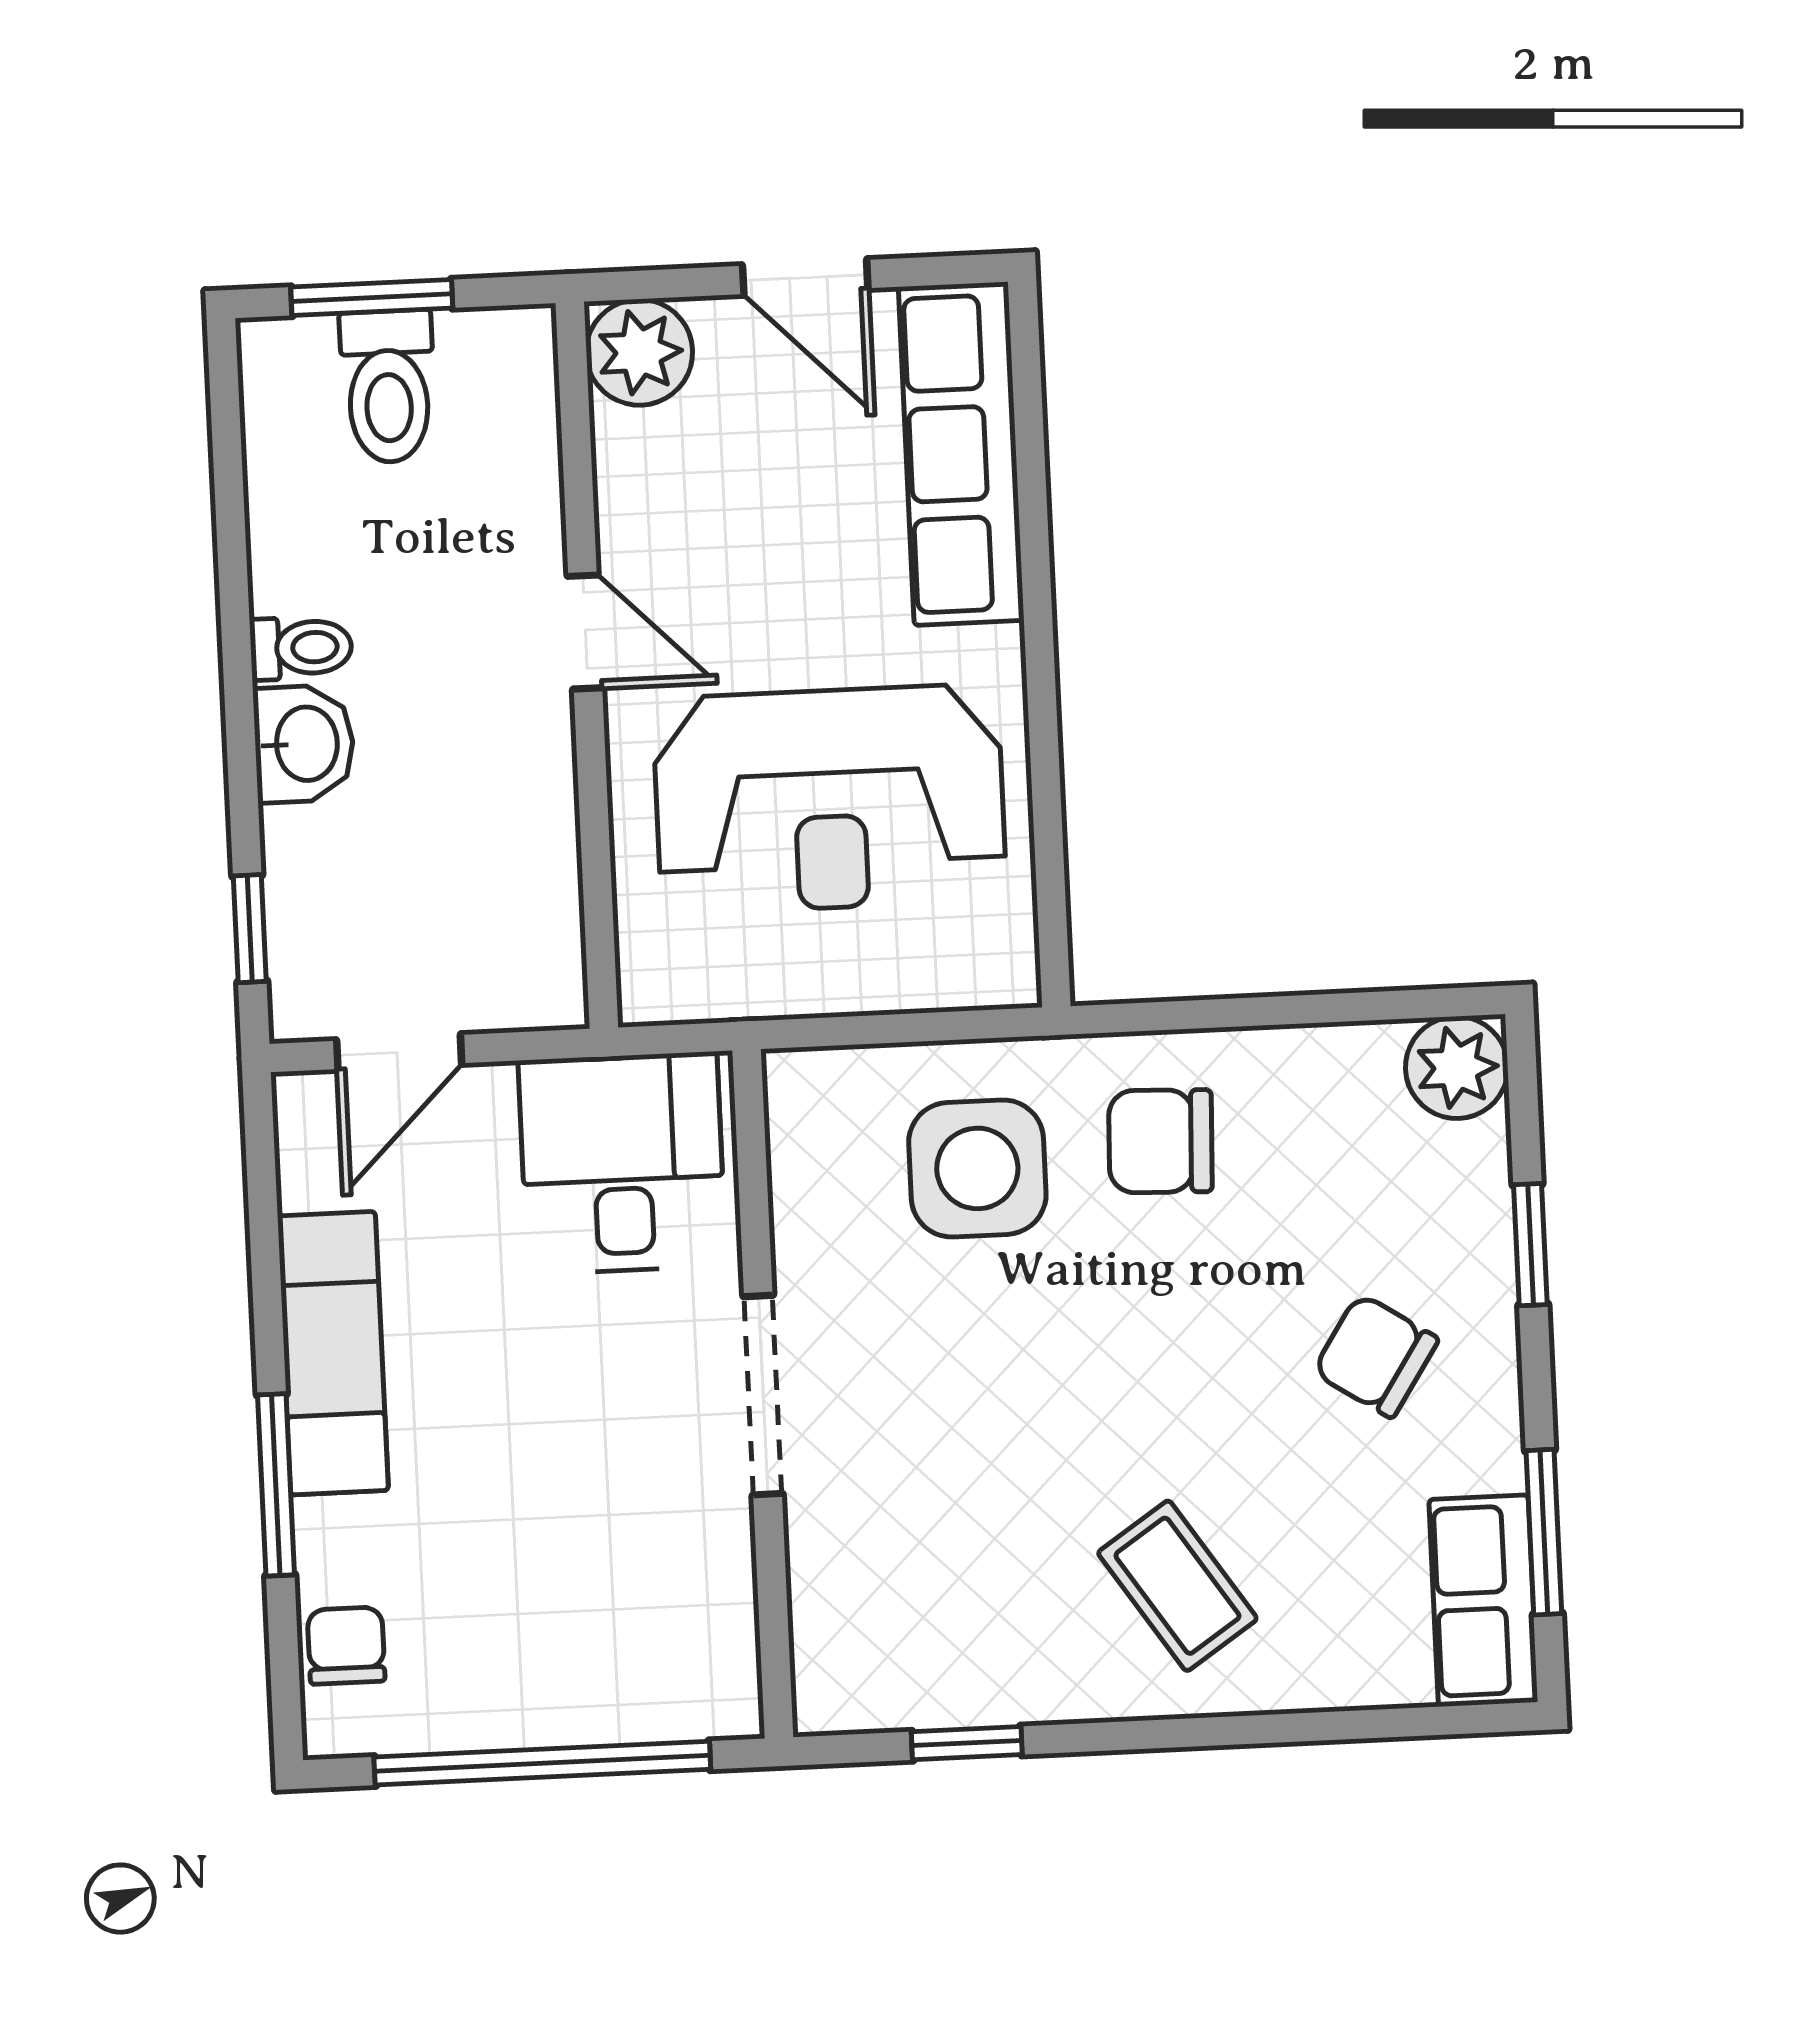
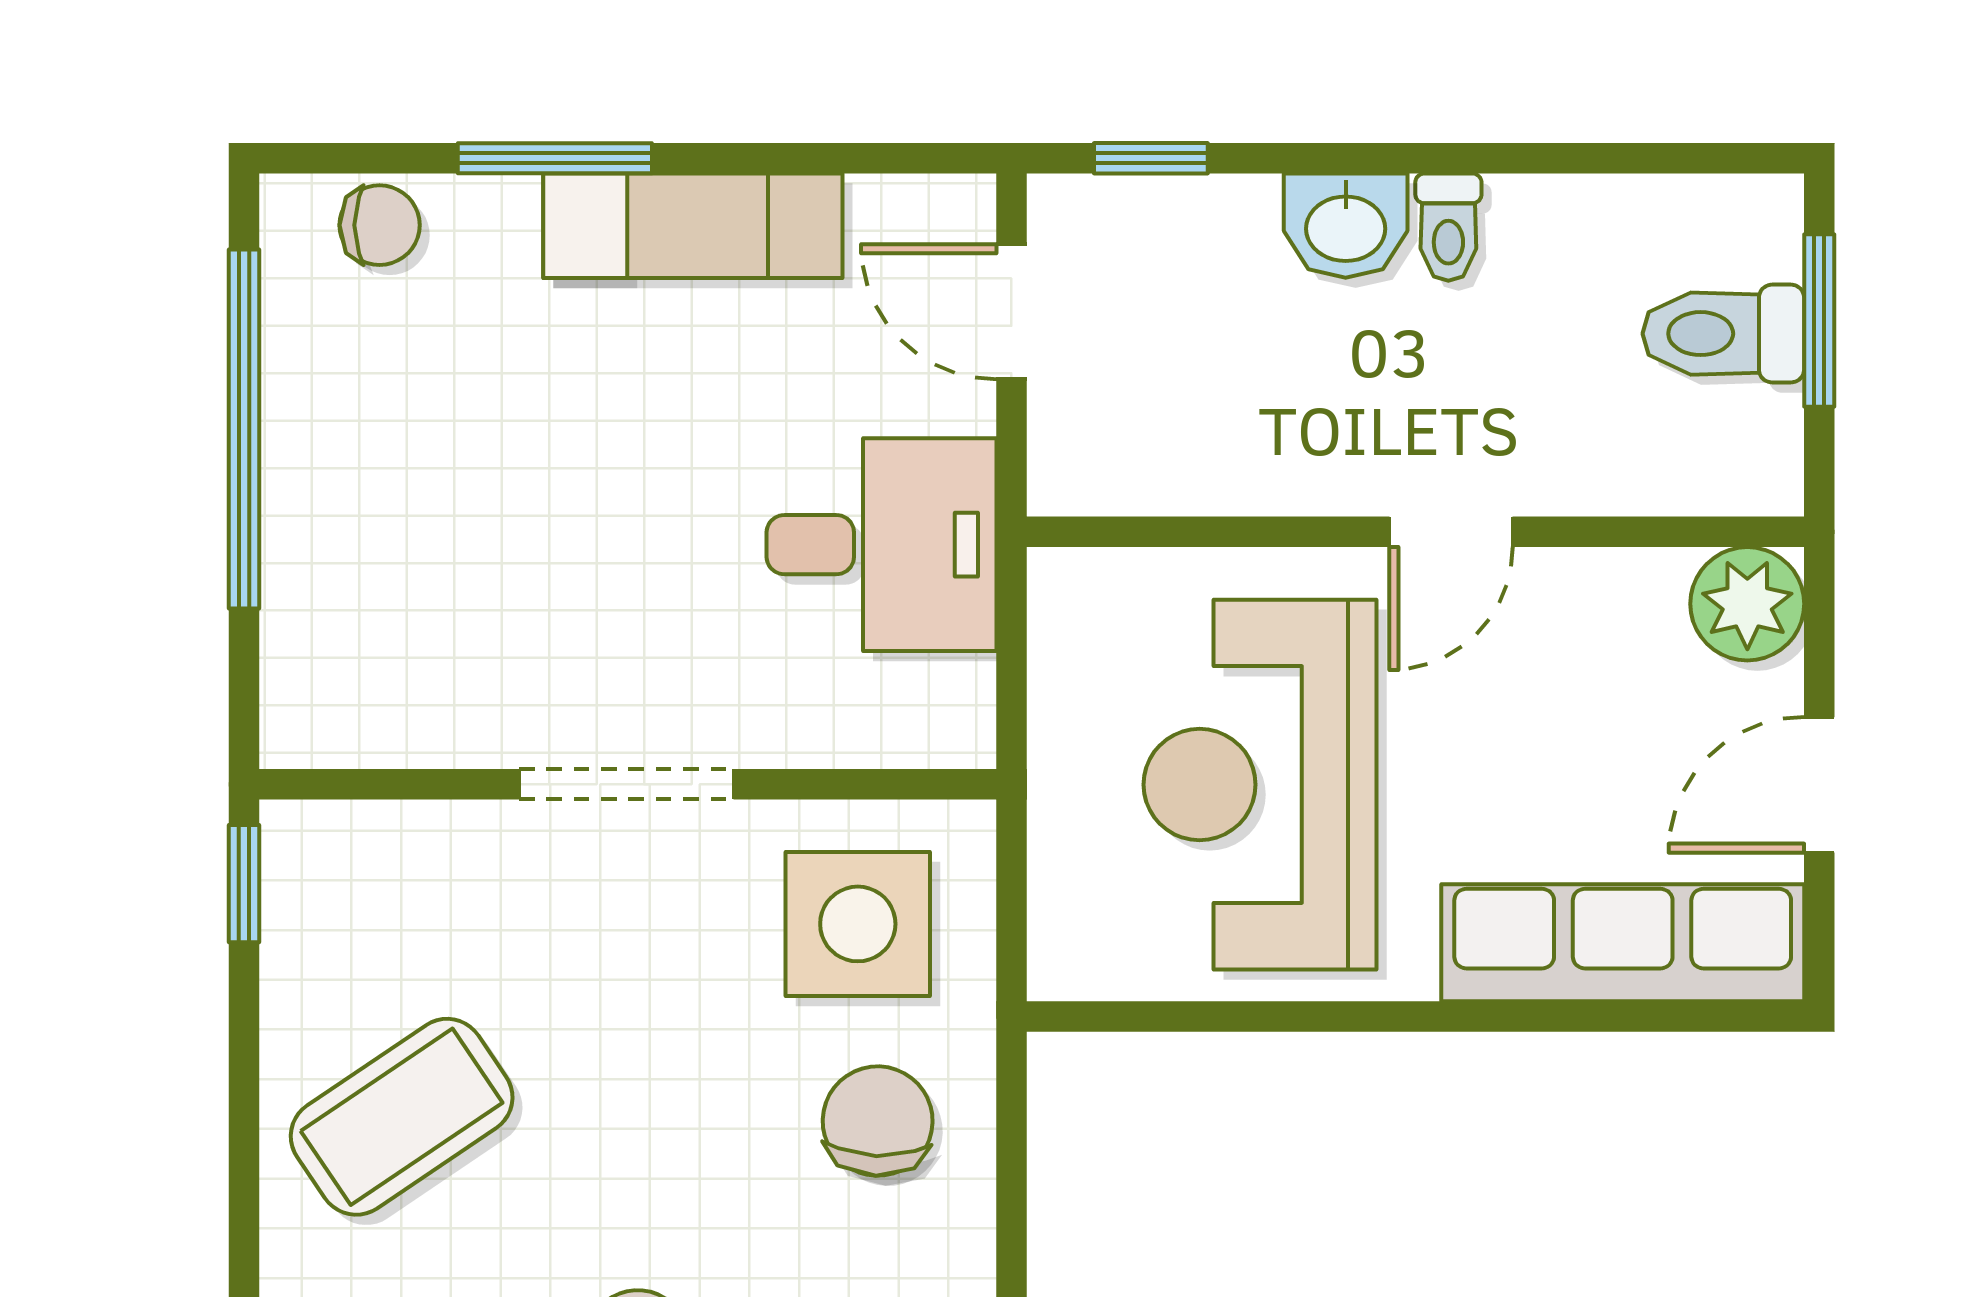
wall: (763, 1394) -> (628, 784), moved
doorway: (763, 1395) -> (626, 784), moved
coffee table: (1177, 1586) -> (402, 1117), width x1.36, depth x1.30

